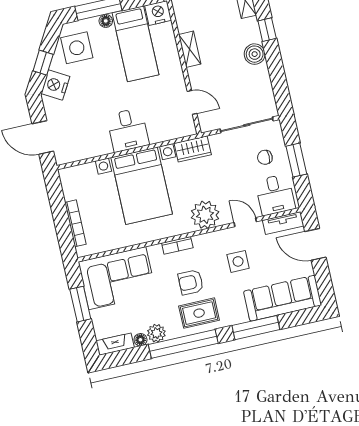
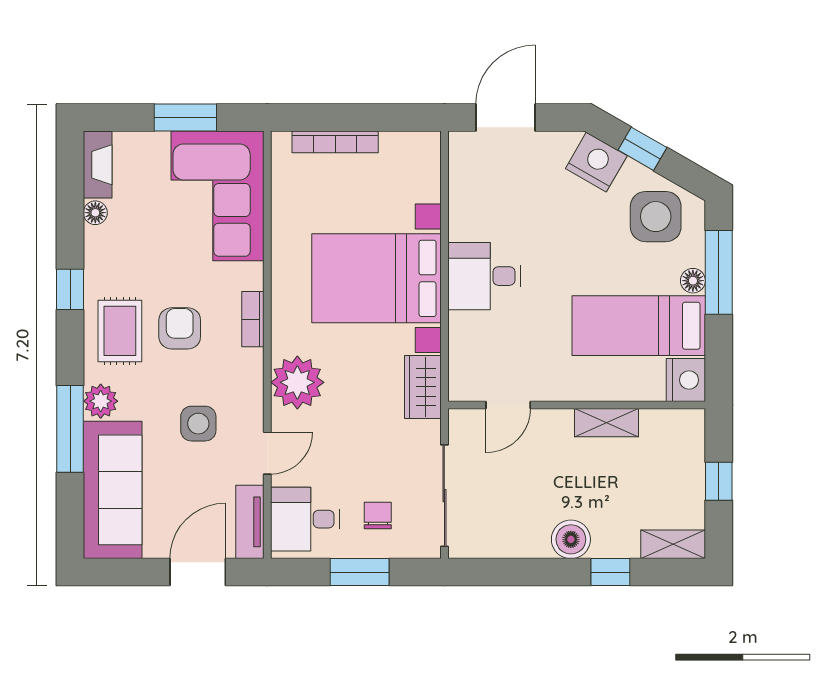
plant: (156, 333) -> (101, 401), moved
window: (183, 344) -> (70, 289), width x0.32

